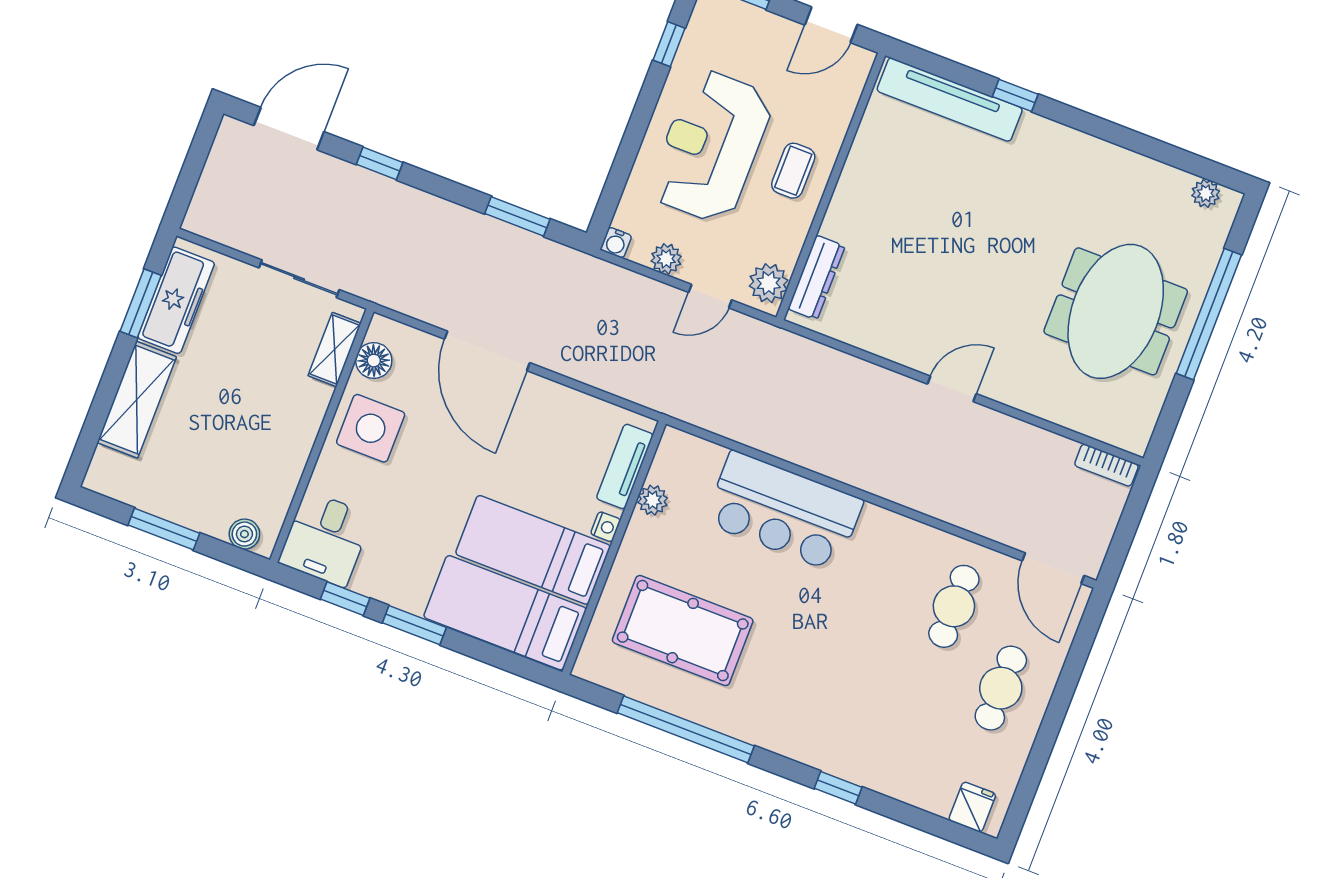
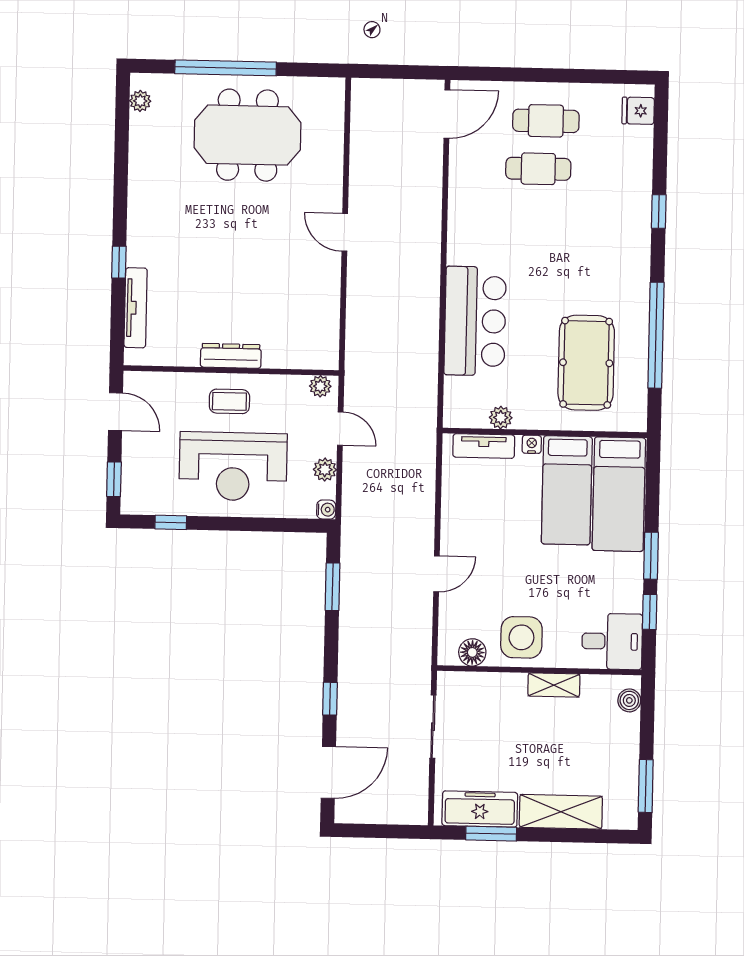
tv unit: (950, 100) -> (136, 308), width x0.73, depth x0.78
door: (289, 129) -> (328, 772), swing flipped
dresser: (817, 277) -> (231, 356), moved
plant: (769, 283) -> (320, 386), width x0.73, depth x0.73
shelving: (335, 349) -> (554, 685), moved
door: (487, 351) -> (436, 574), width x0.53
bookcase: (1106, 465) -> (360, 102), removed
window: (164, 529) -> (646, 786), moved
cafe table: (954, 606) -> (538, 169), moved

